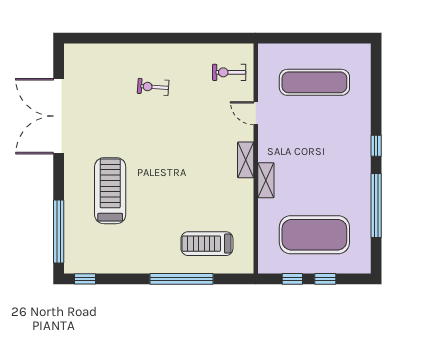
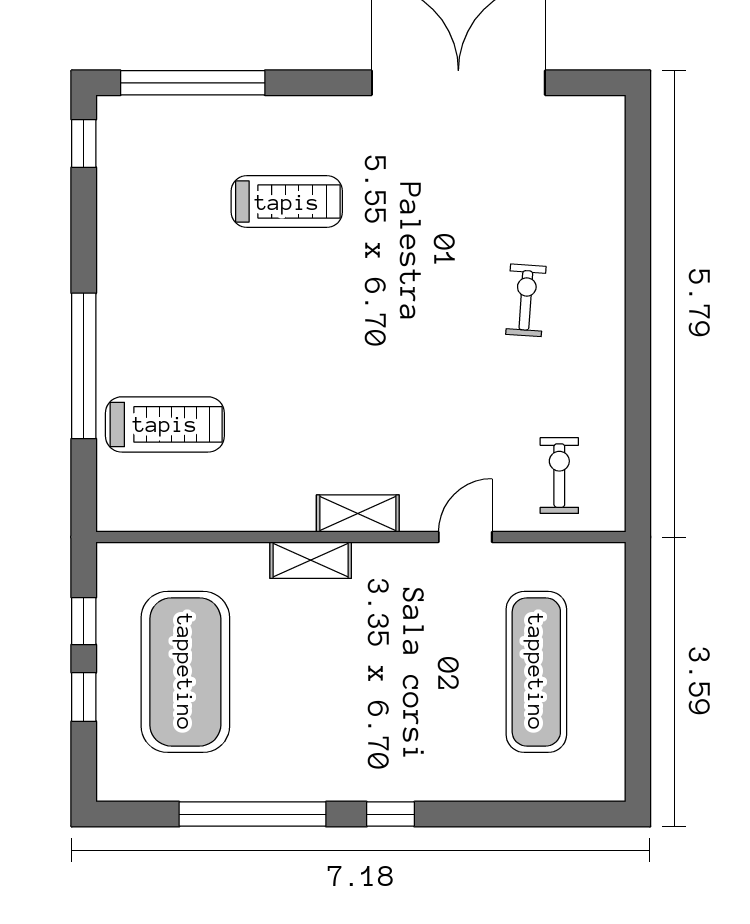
treadmill: (110, 191) -> (287, 202), width x0.73, depth x0.73
treadmill: (207, 244) -> (165, 424), turned 90

